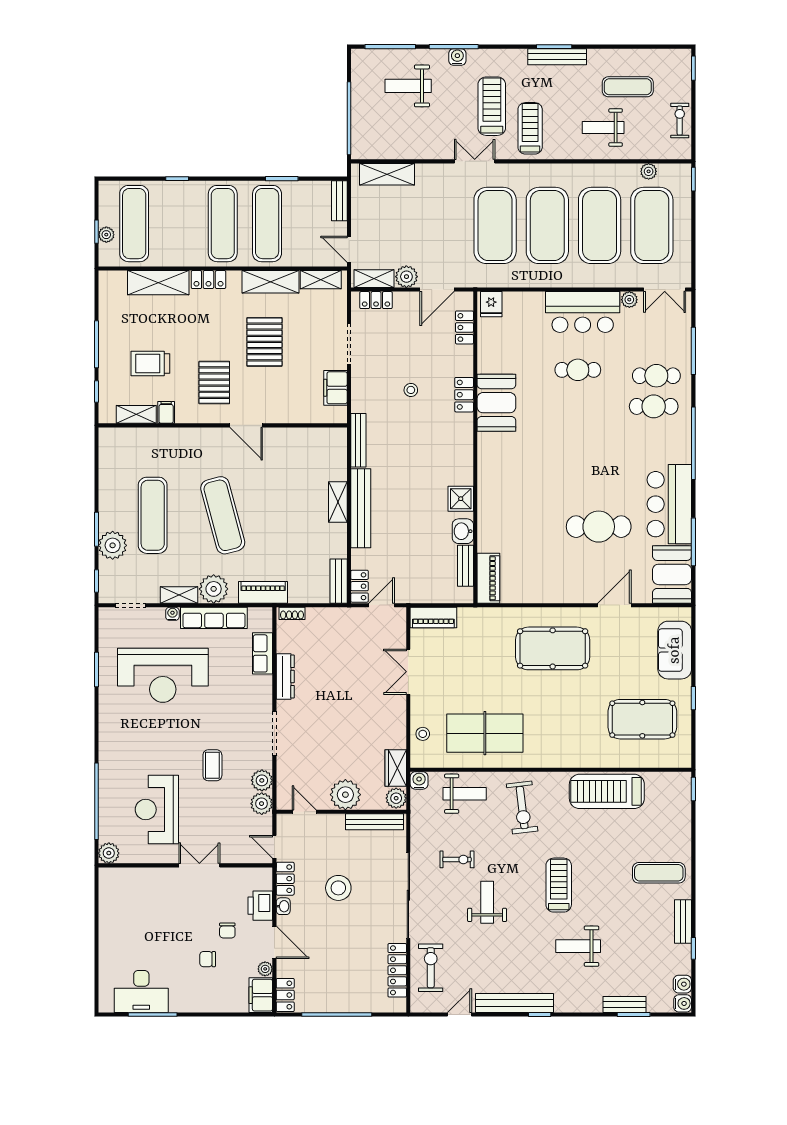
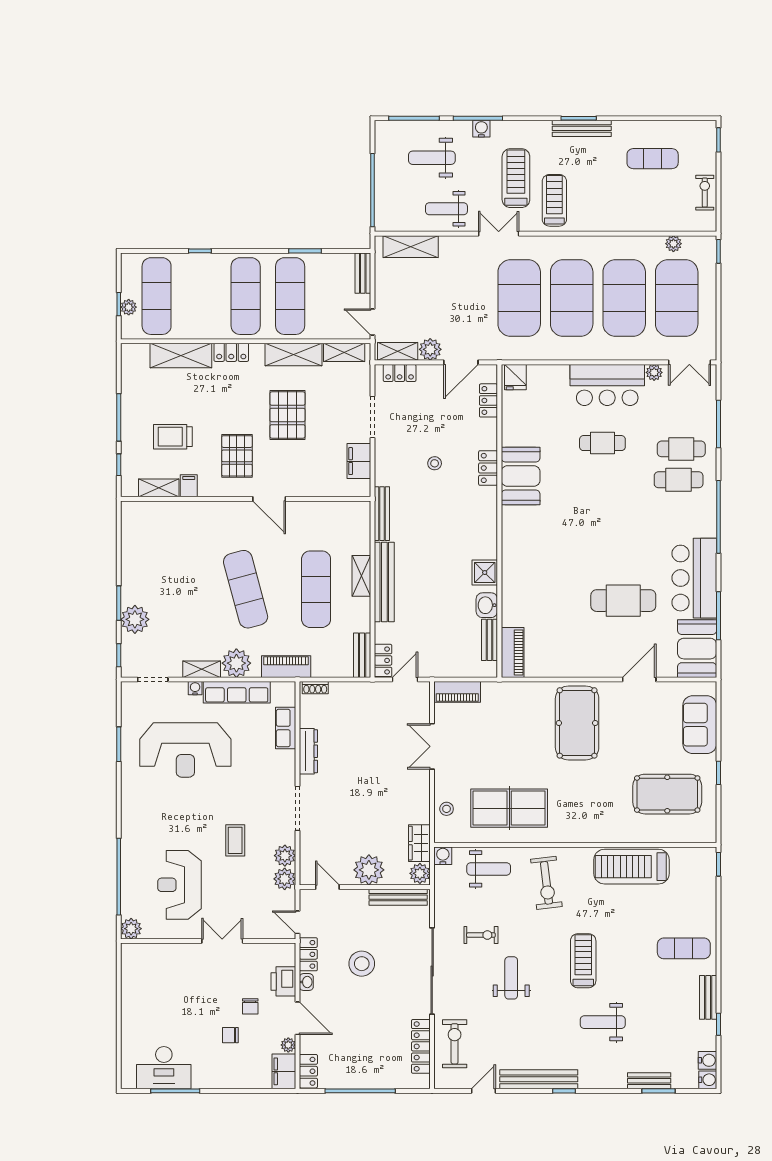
weight bench: (603, 127) -> (446, 209), moved
exercise mat: (153, 515) -> (316, 589), moved
pool table: (553, 648) -> (577, 723), turned 90

